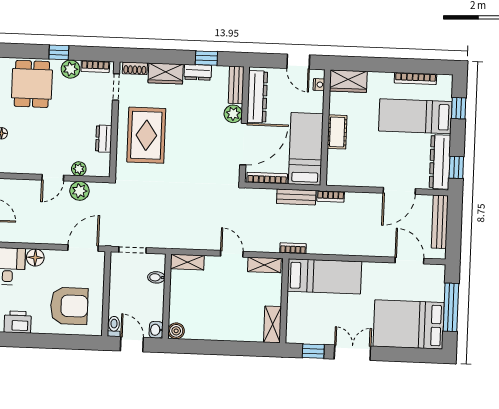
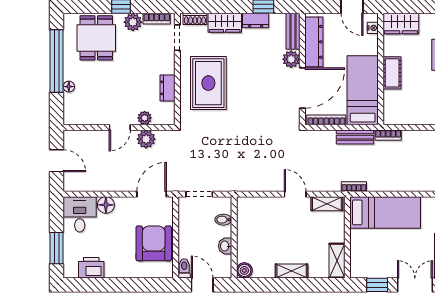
shelving: (187, 262) -> (292, 271), moved
armchair: (69, 306) -> (154, 243), moved, turned -90
washbasin: (156, 330) -> (225, 246), moved

